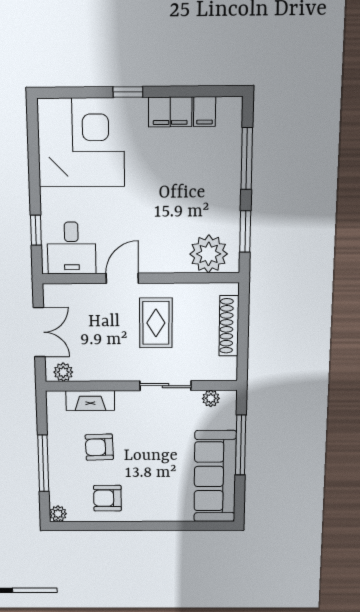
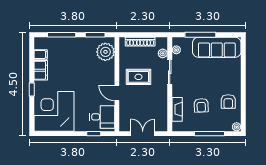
plant: (63, 372) -> (163, 53), moved

